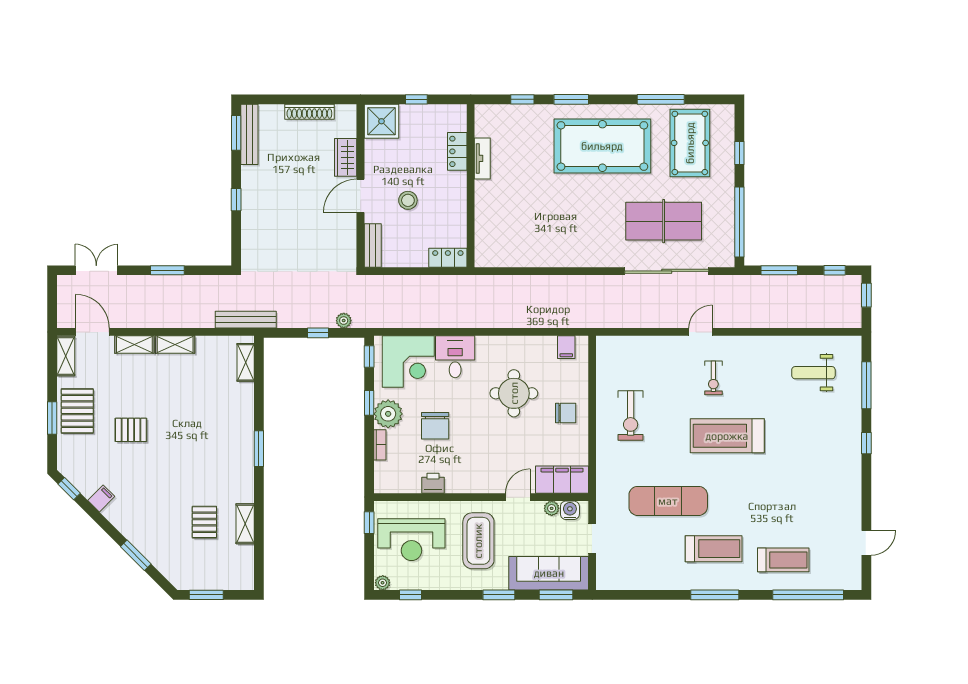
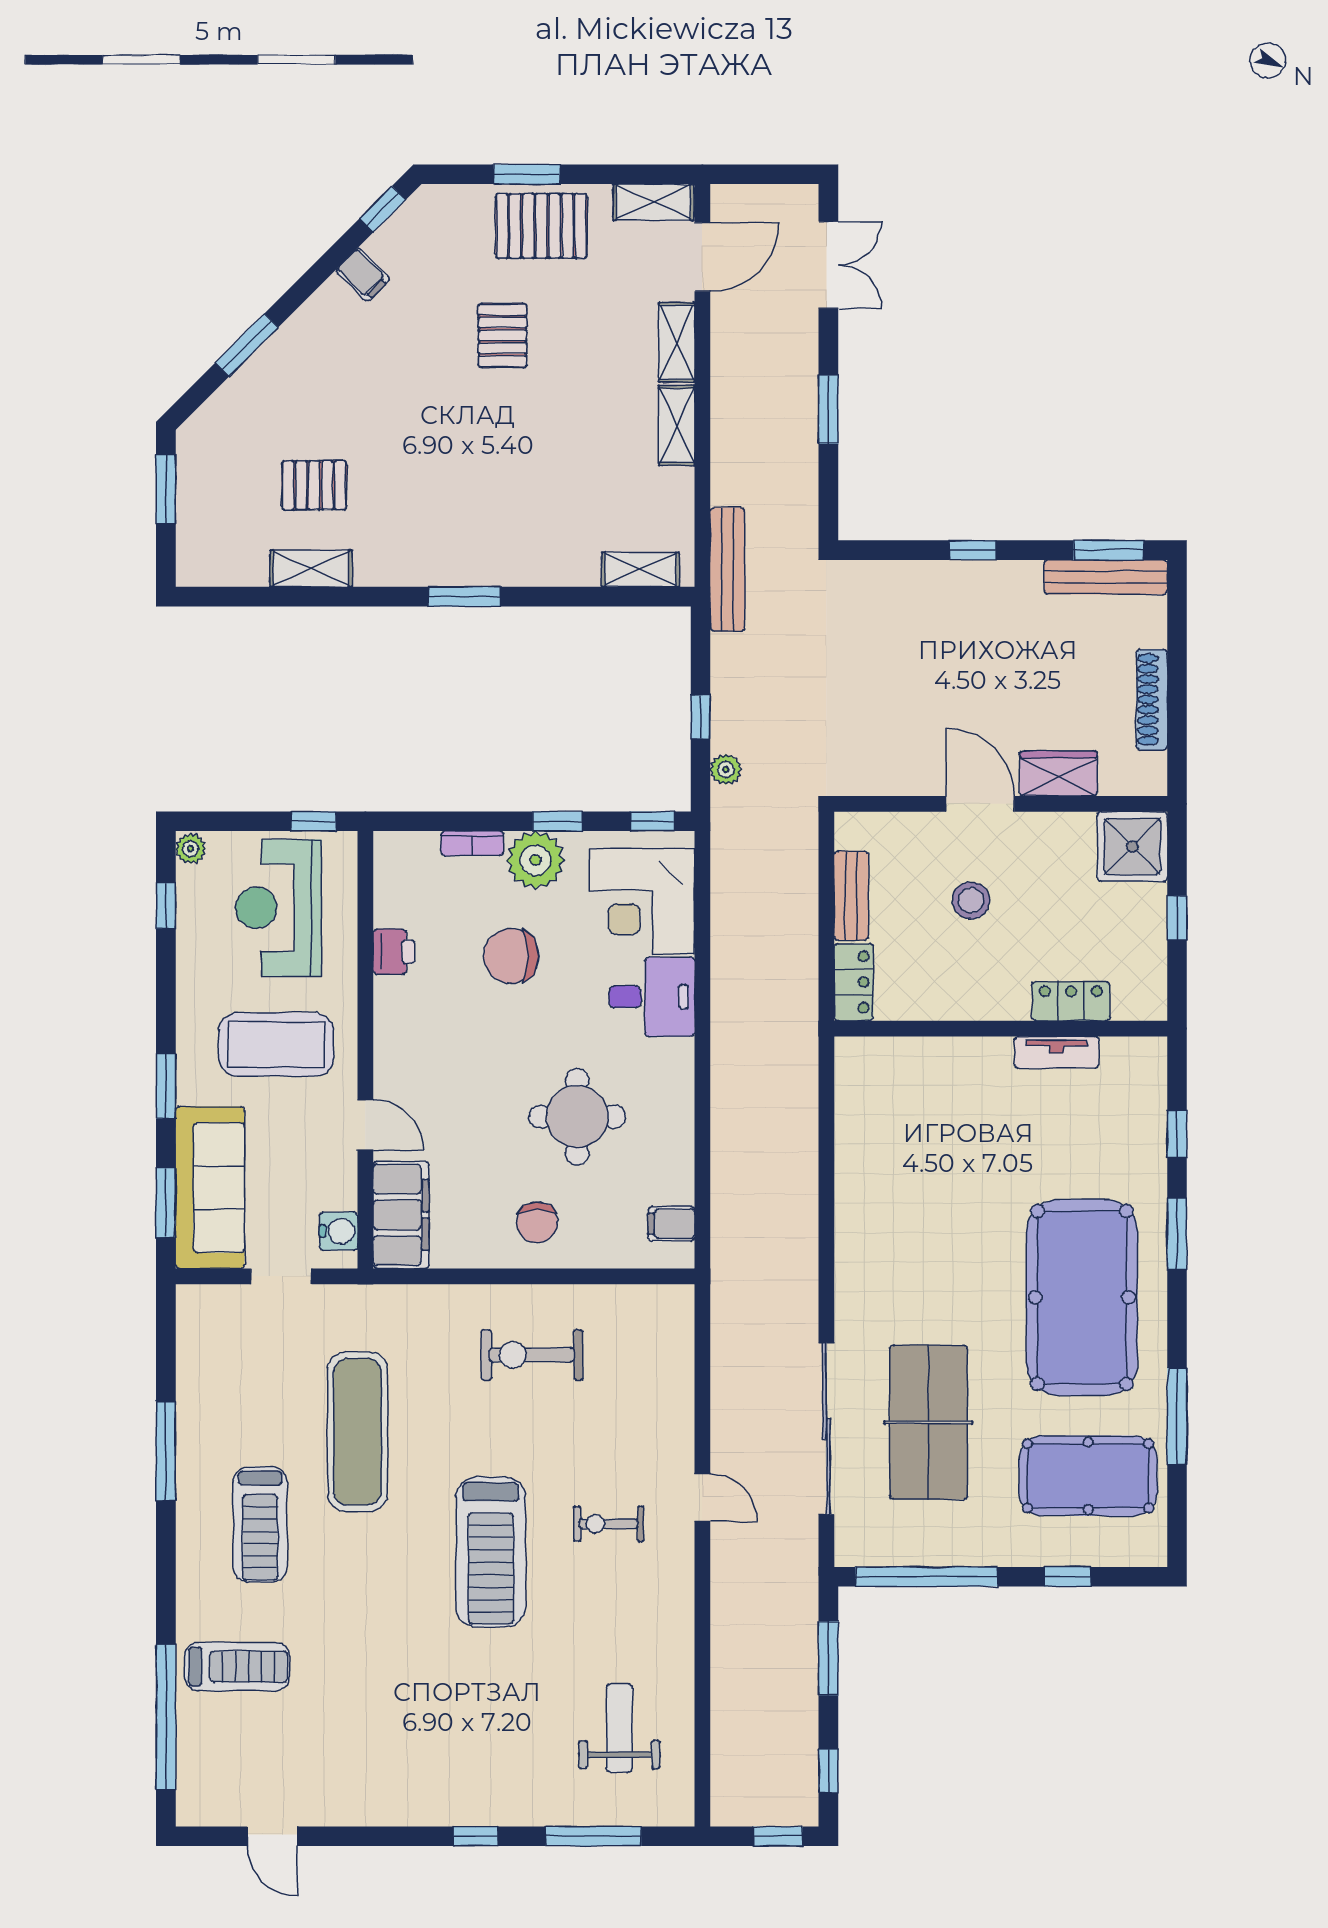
bench: (373, 246) -> (851, 896), moved, turned 90
treadmill: (727, 436) -> (491, 1552), turned 180
plant: (552, 508) -> (342, 1194), removed
treadmill: (783, 560) -> (237, 1667), turned -90
window: (715, 595) -> (166, 1451), moved

